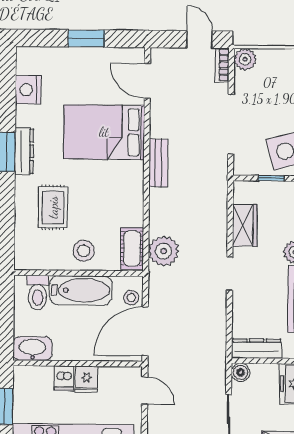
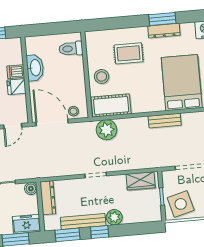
wardrobe: (245, 225) -> (141, 181), moved
cot: (132, 248) -> (111, 106), width x1.37, depth x1.34
bathtub: (81, 290) -> (75, 77), removed
washbasin: (33, 349) -> (35, 68), moved

